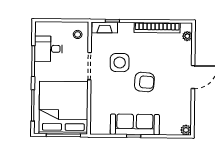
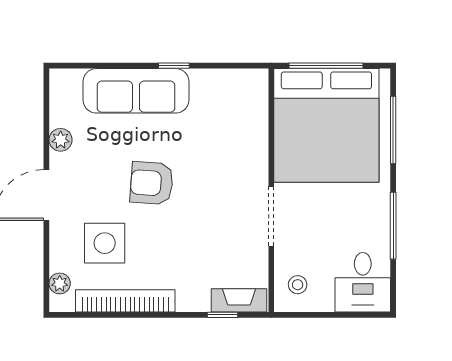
desk: (48, 49) -> (363, 282), moved, turned 90
side table: (120, 63) -> (105, 243), moved
sofa: (135, 124) -> (136, 91), moved
plant: (186, 130) -> (61, 140), moved

